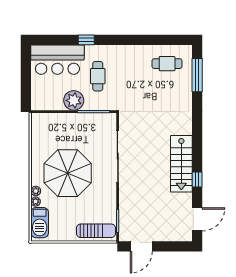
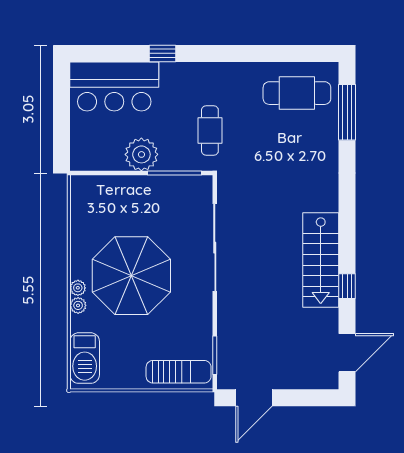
cafe table: (167, 64) -> (297, 93), width x1.37, depth x1.35
cafe table: (98, 76) -> (210, 130), moved
plant: (36, 202) -> (78, 288), moved

